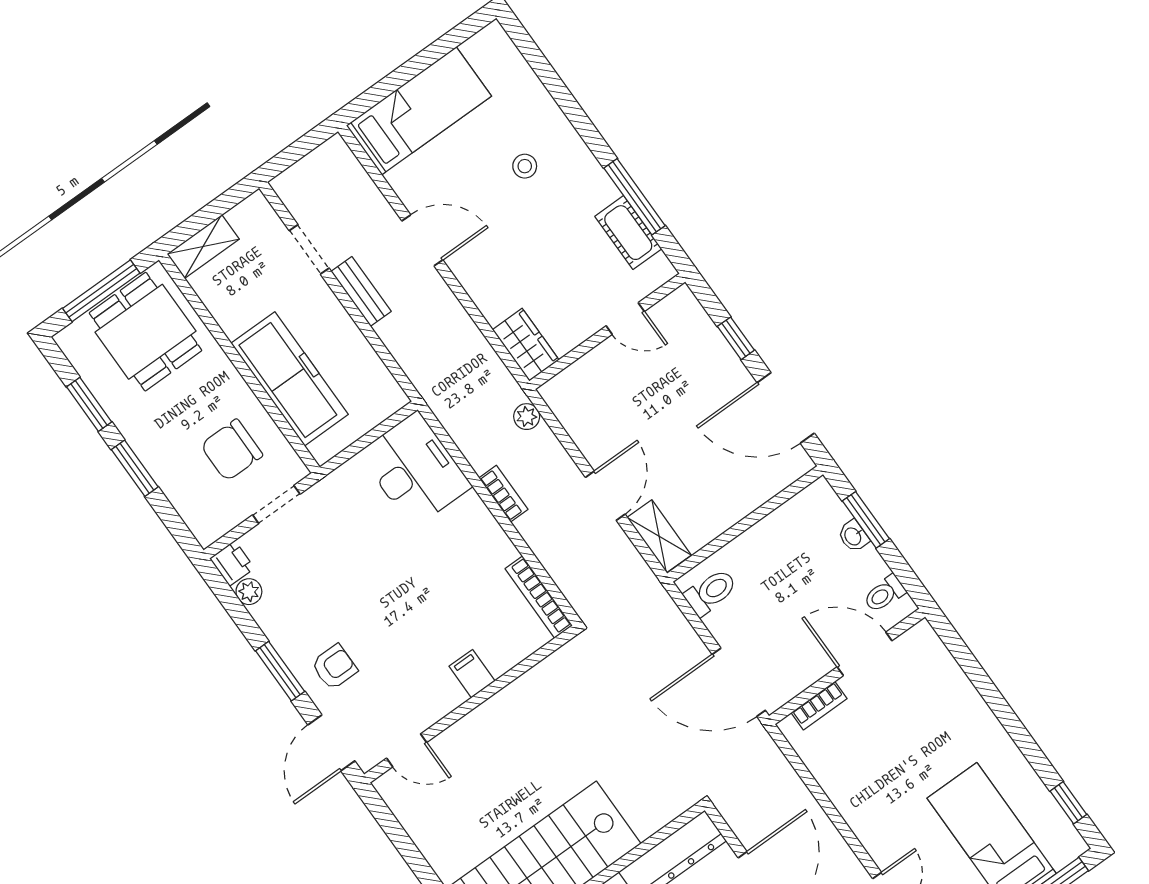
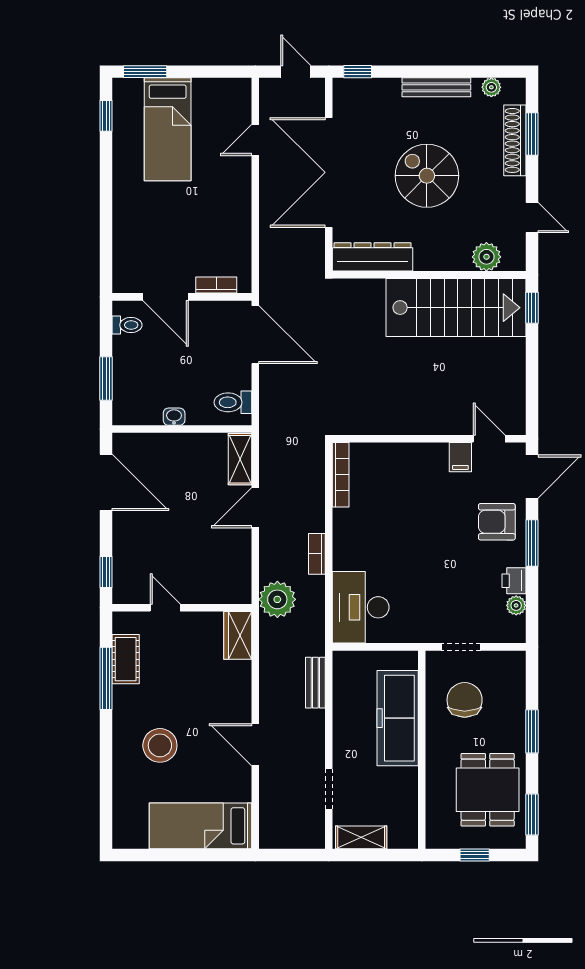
stool: (525, 166) -> (160, 745), width x1.89, depth x1.89
shelving: (203, 247) -> (361, 837), moved
window: (101, 291) -> (475, 855), width x0.46
bench: (361, 291) -> (315, 683), moved
dining table: (145, 332) -> (488, 790), moved
window: (736, 338) -> (106, 572), moved
window: (89, 404) -> (532, 814), moved
plant: (527, 417) -> (277, 599), width x1.88, depth x1.88
chair: (232, 450) -> (465, 700), turned -90
washbasin: (853, 536) -> (174, 417), moved, turned -90
printer: (232, 563) -> (514, 581), moved
armchair: (334, 667) -> (497, 522), width x1.38, depth x1.38
filing cabinet: (472, 674) -> (460, 457), moved

